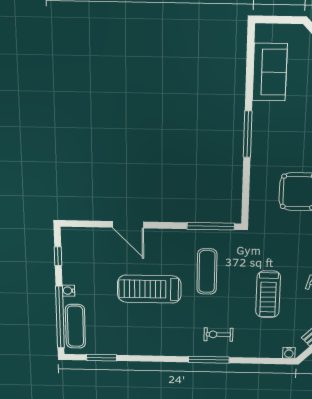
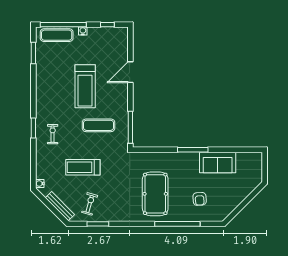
sofa: (270, 72) -> (218, 162), moved
treadmill: (149, 289) -> (85, 86), turned 180
window: (209, 360) -> (33, 128), width x0.69

